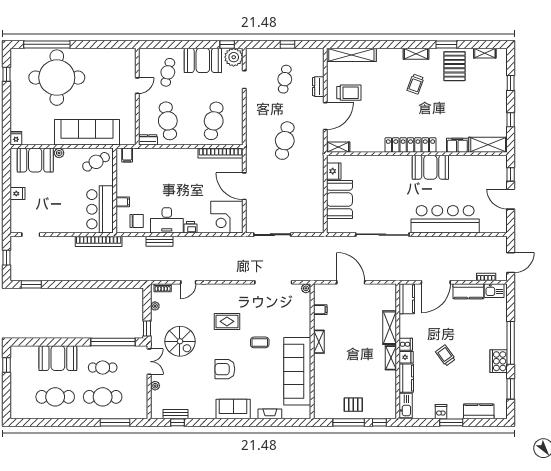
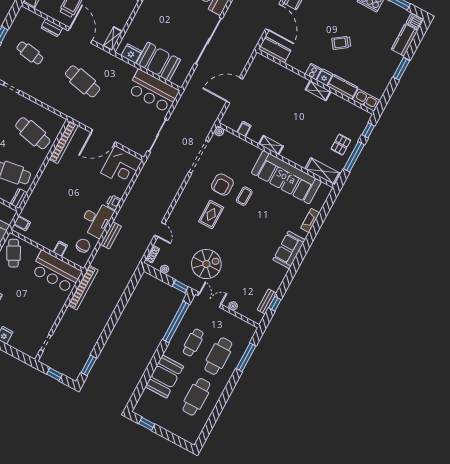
bar counter: (310, 209) -> (153, 91), added
shelving: (390, 328) -> (322, 171), moved
armchair: (225, 369) -> (222, 185), moved
dishwasher: (441, 412) -> (415, 21), moved

